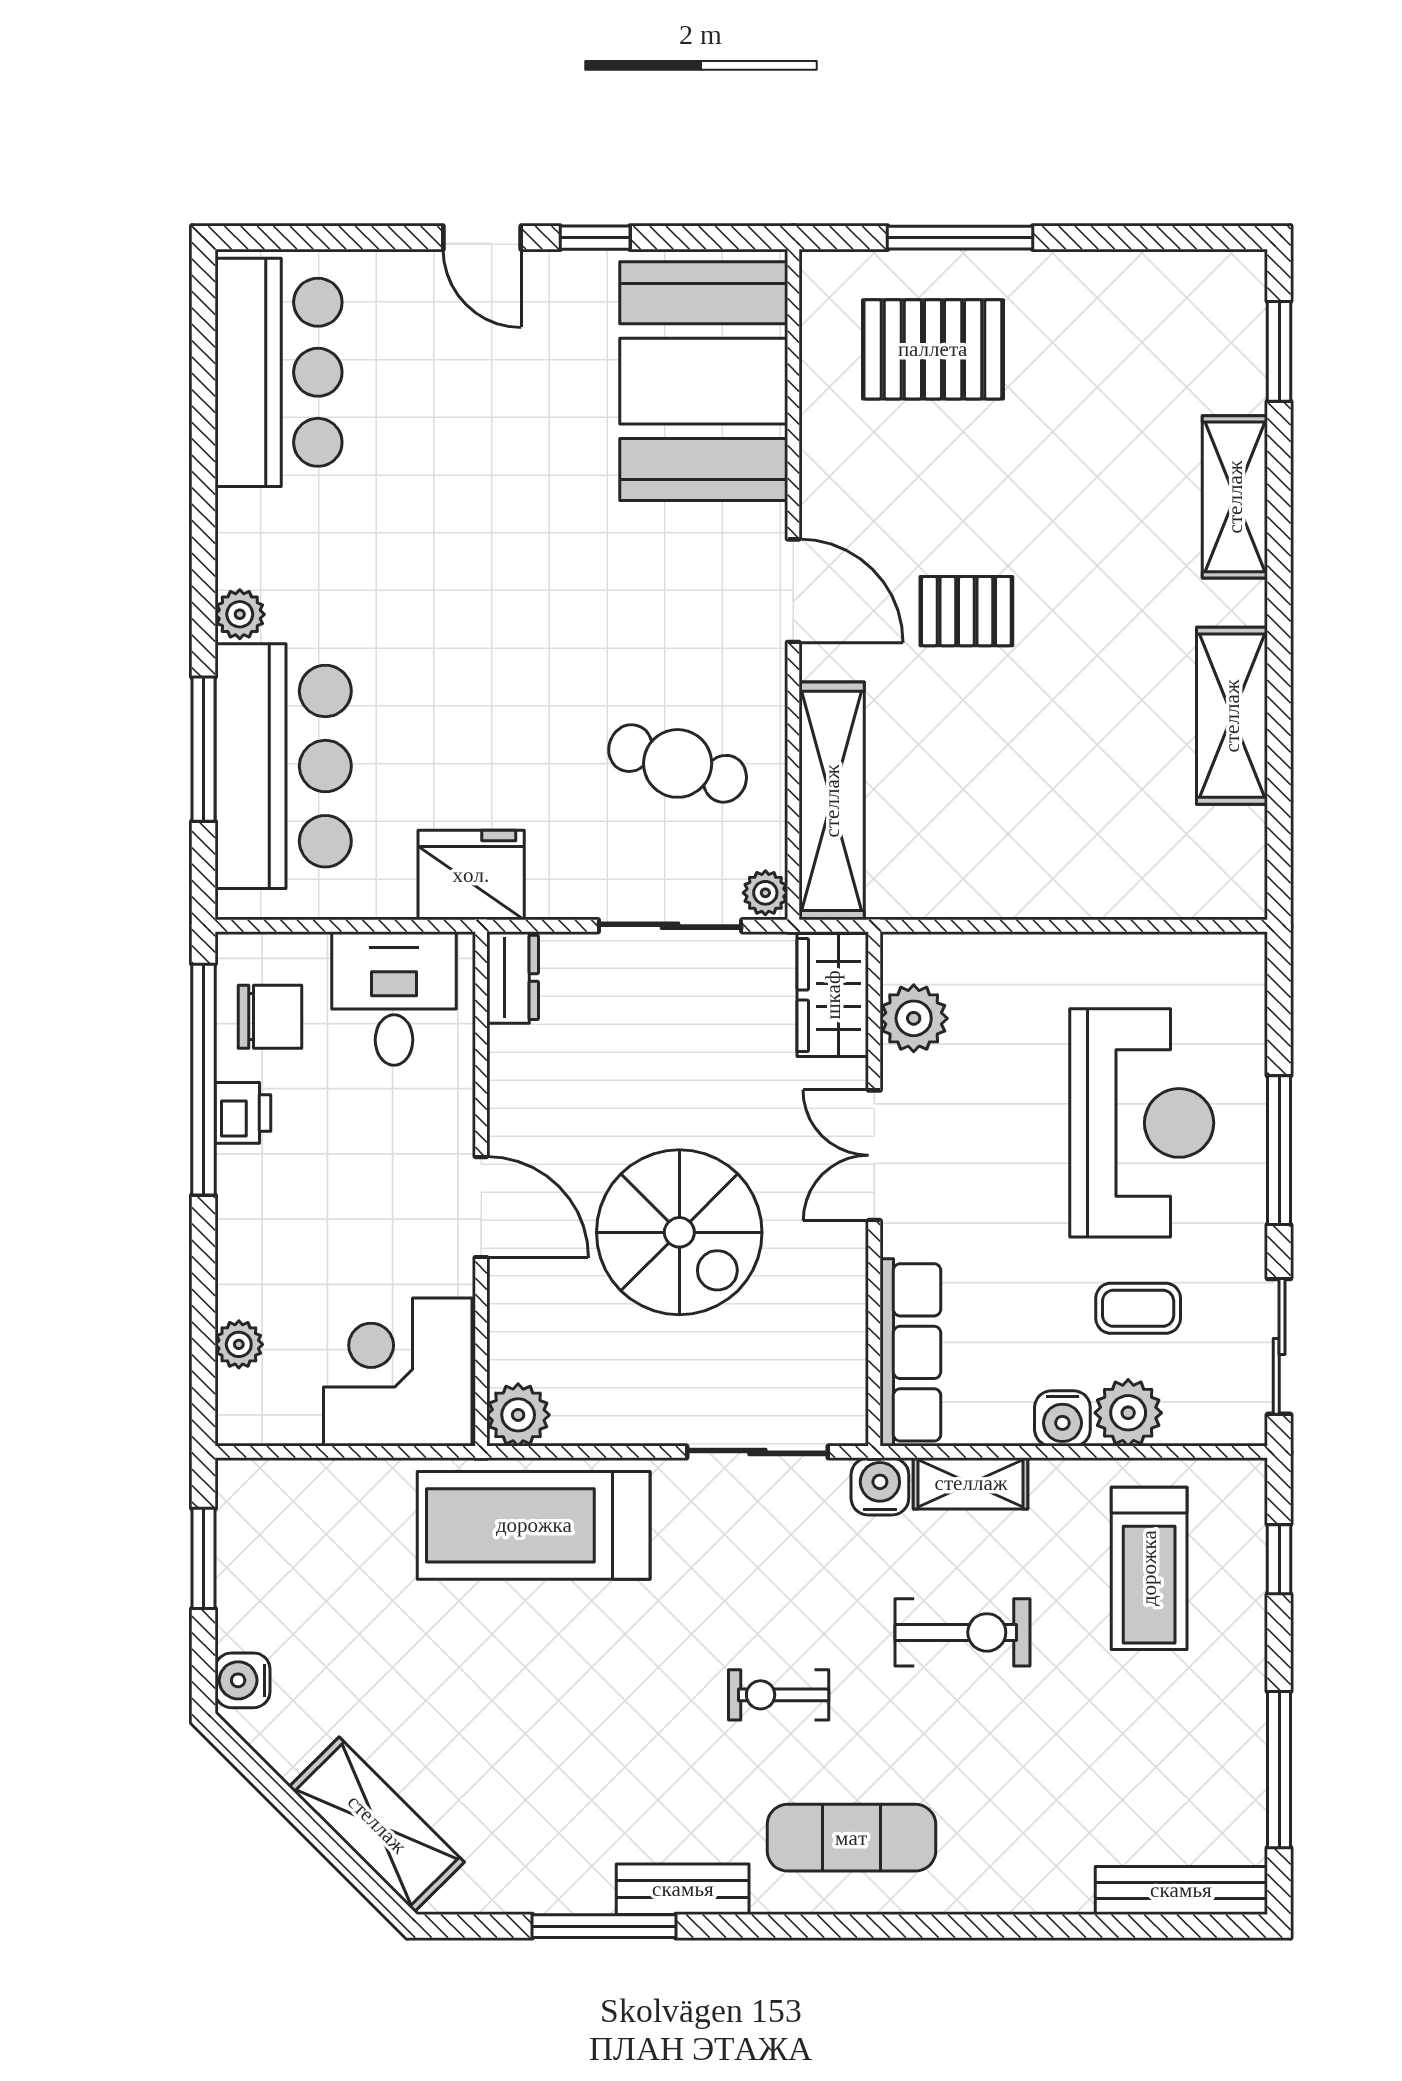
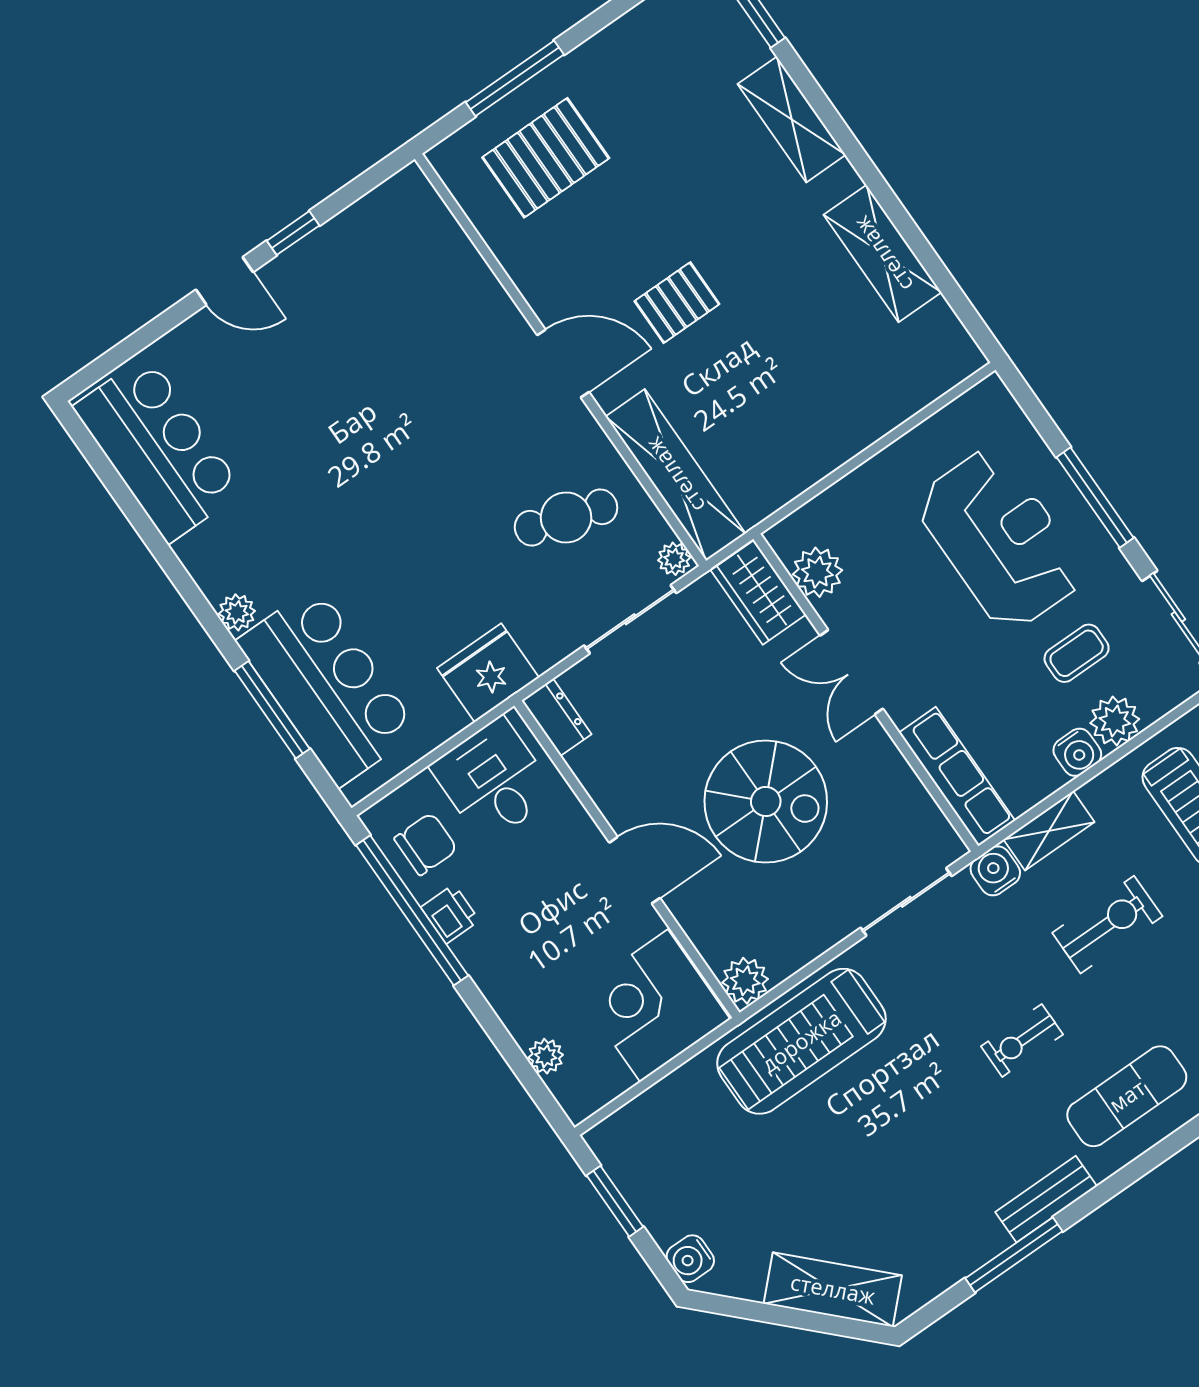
booth: (704, 381) -> (420, 274), removed

